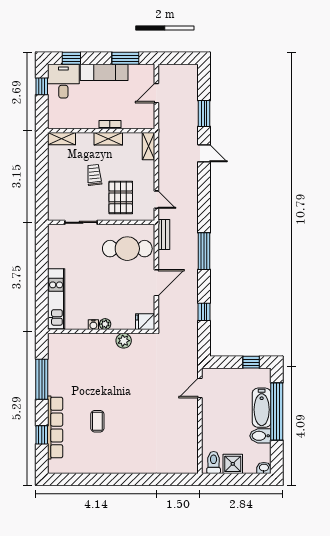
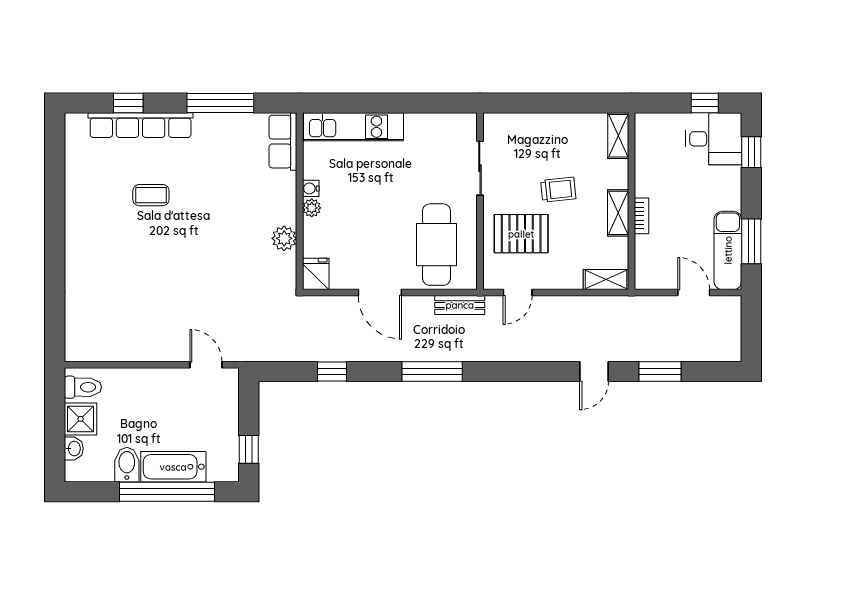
exam couch: (104, 72) -> (728, 250), moved
row of seats: (65, 341) -> (283, 142), added
washbasin: (264, 468) -> (74, 449), moved

